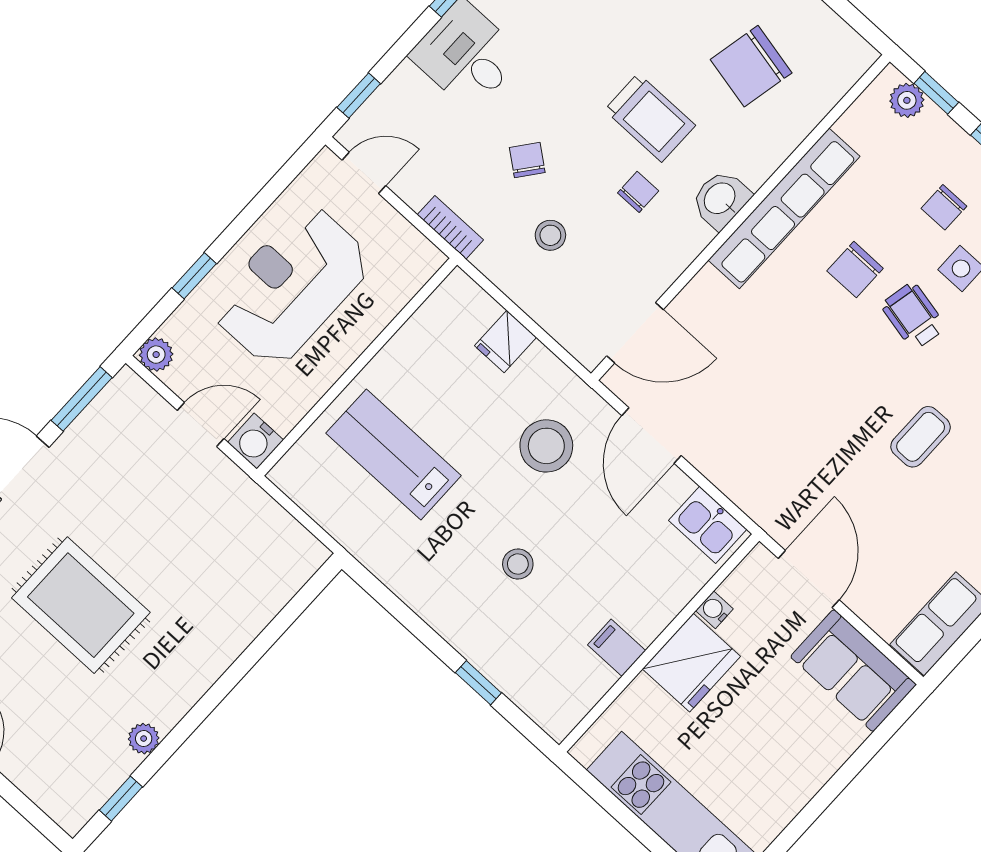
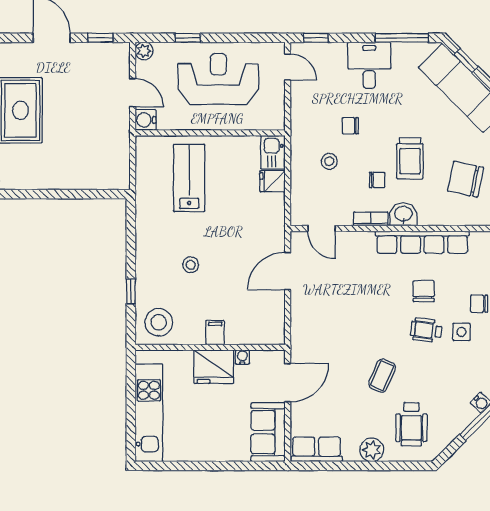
chair: (527, 160) -> (350, 126), turned -128
bookcase: (450, 227) -> (371, 219), moved, turned -90
chair: (855, 270) -> (424, 291), turned 90
wheelchair: (913, 316) -> (426, 330), turned -95
door: (635, 333) -> (321, 228), width x0.73
window: (82, 399) -> (100, 38), width x0.67
coffee table: (921, 437) -> (382, 376), turned -66
stool: (546, 446) -> (159, 322), moved
kitchen sink: (708, 525) -> (273, 152), moved
filing cabinet: (617, 648) -> (215, 333), moved

